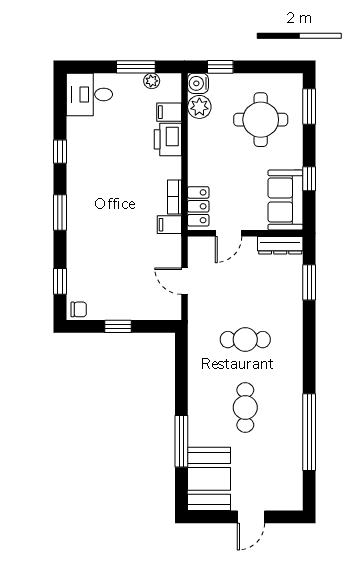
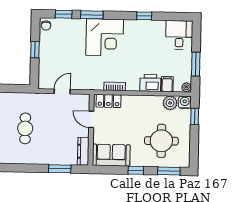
plant: (152, 81) -> (187, 87), moved
window: (309, 179) -> (136, 170), moved
window: (60, 212) -> (92, 15), moved
corner desk: (96, 215) -> (105, 37), added
filing cabinet: (169, 225) -> (97, 83), removed

